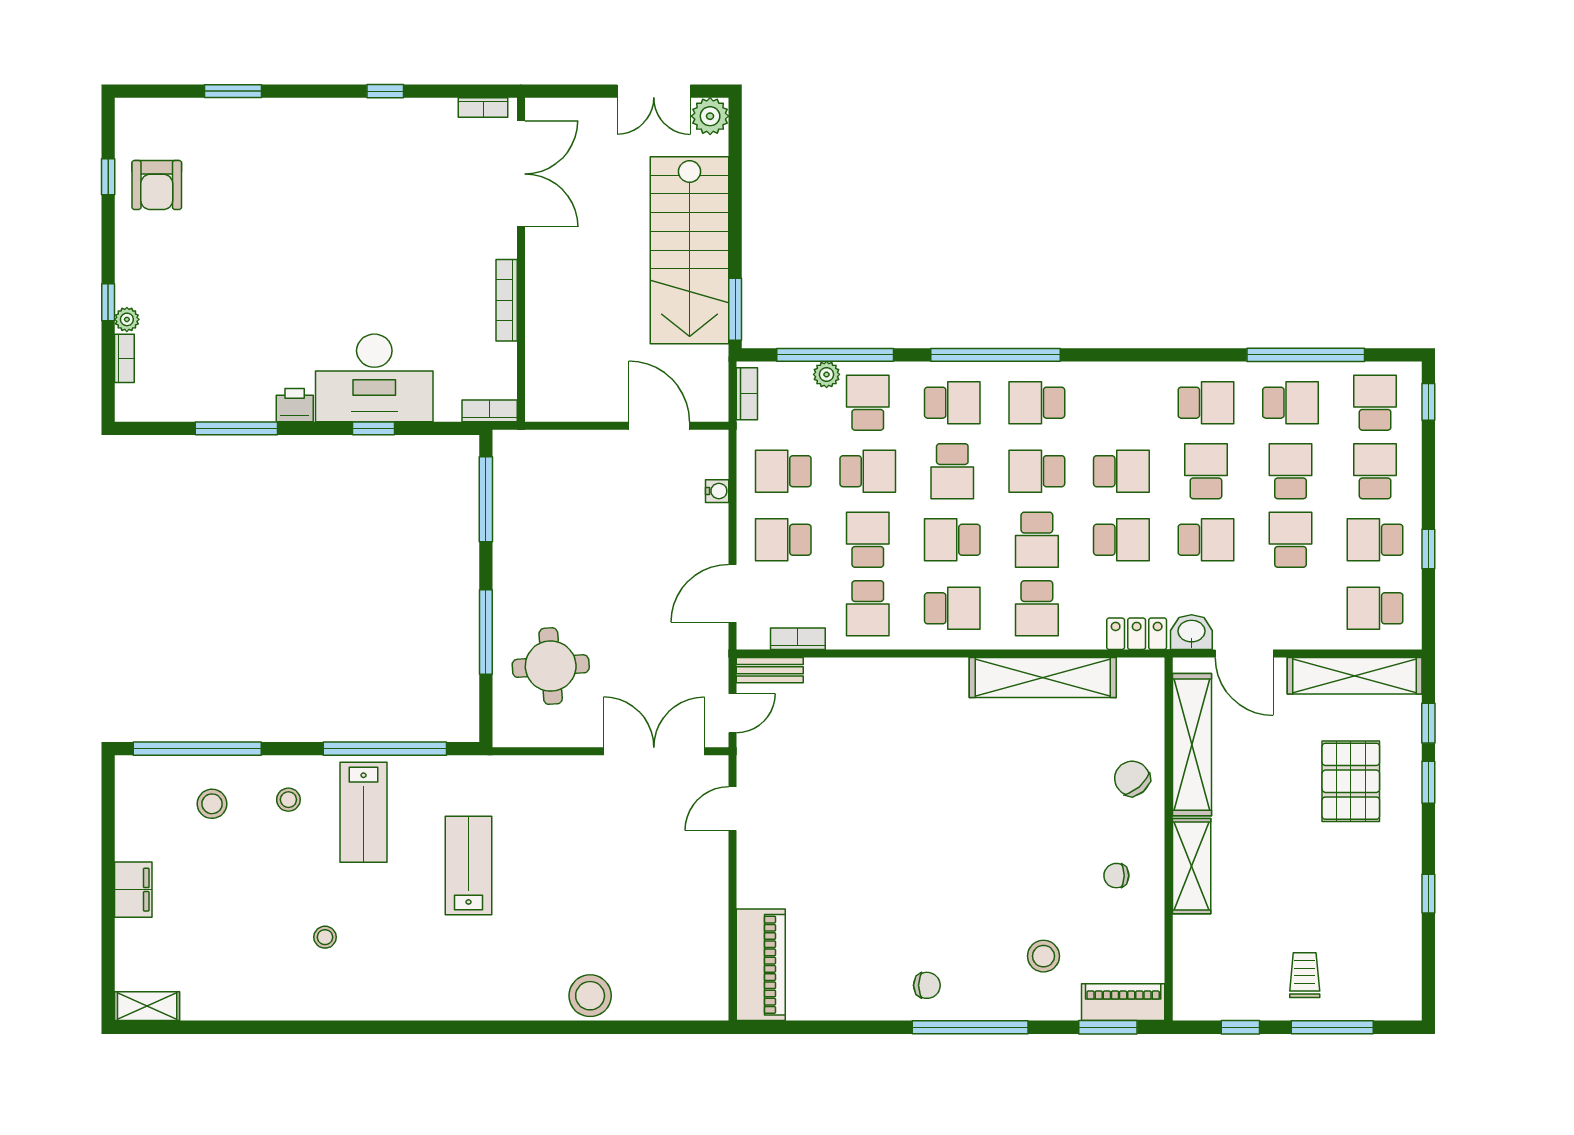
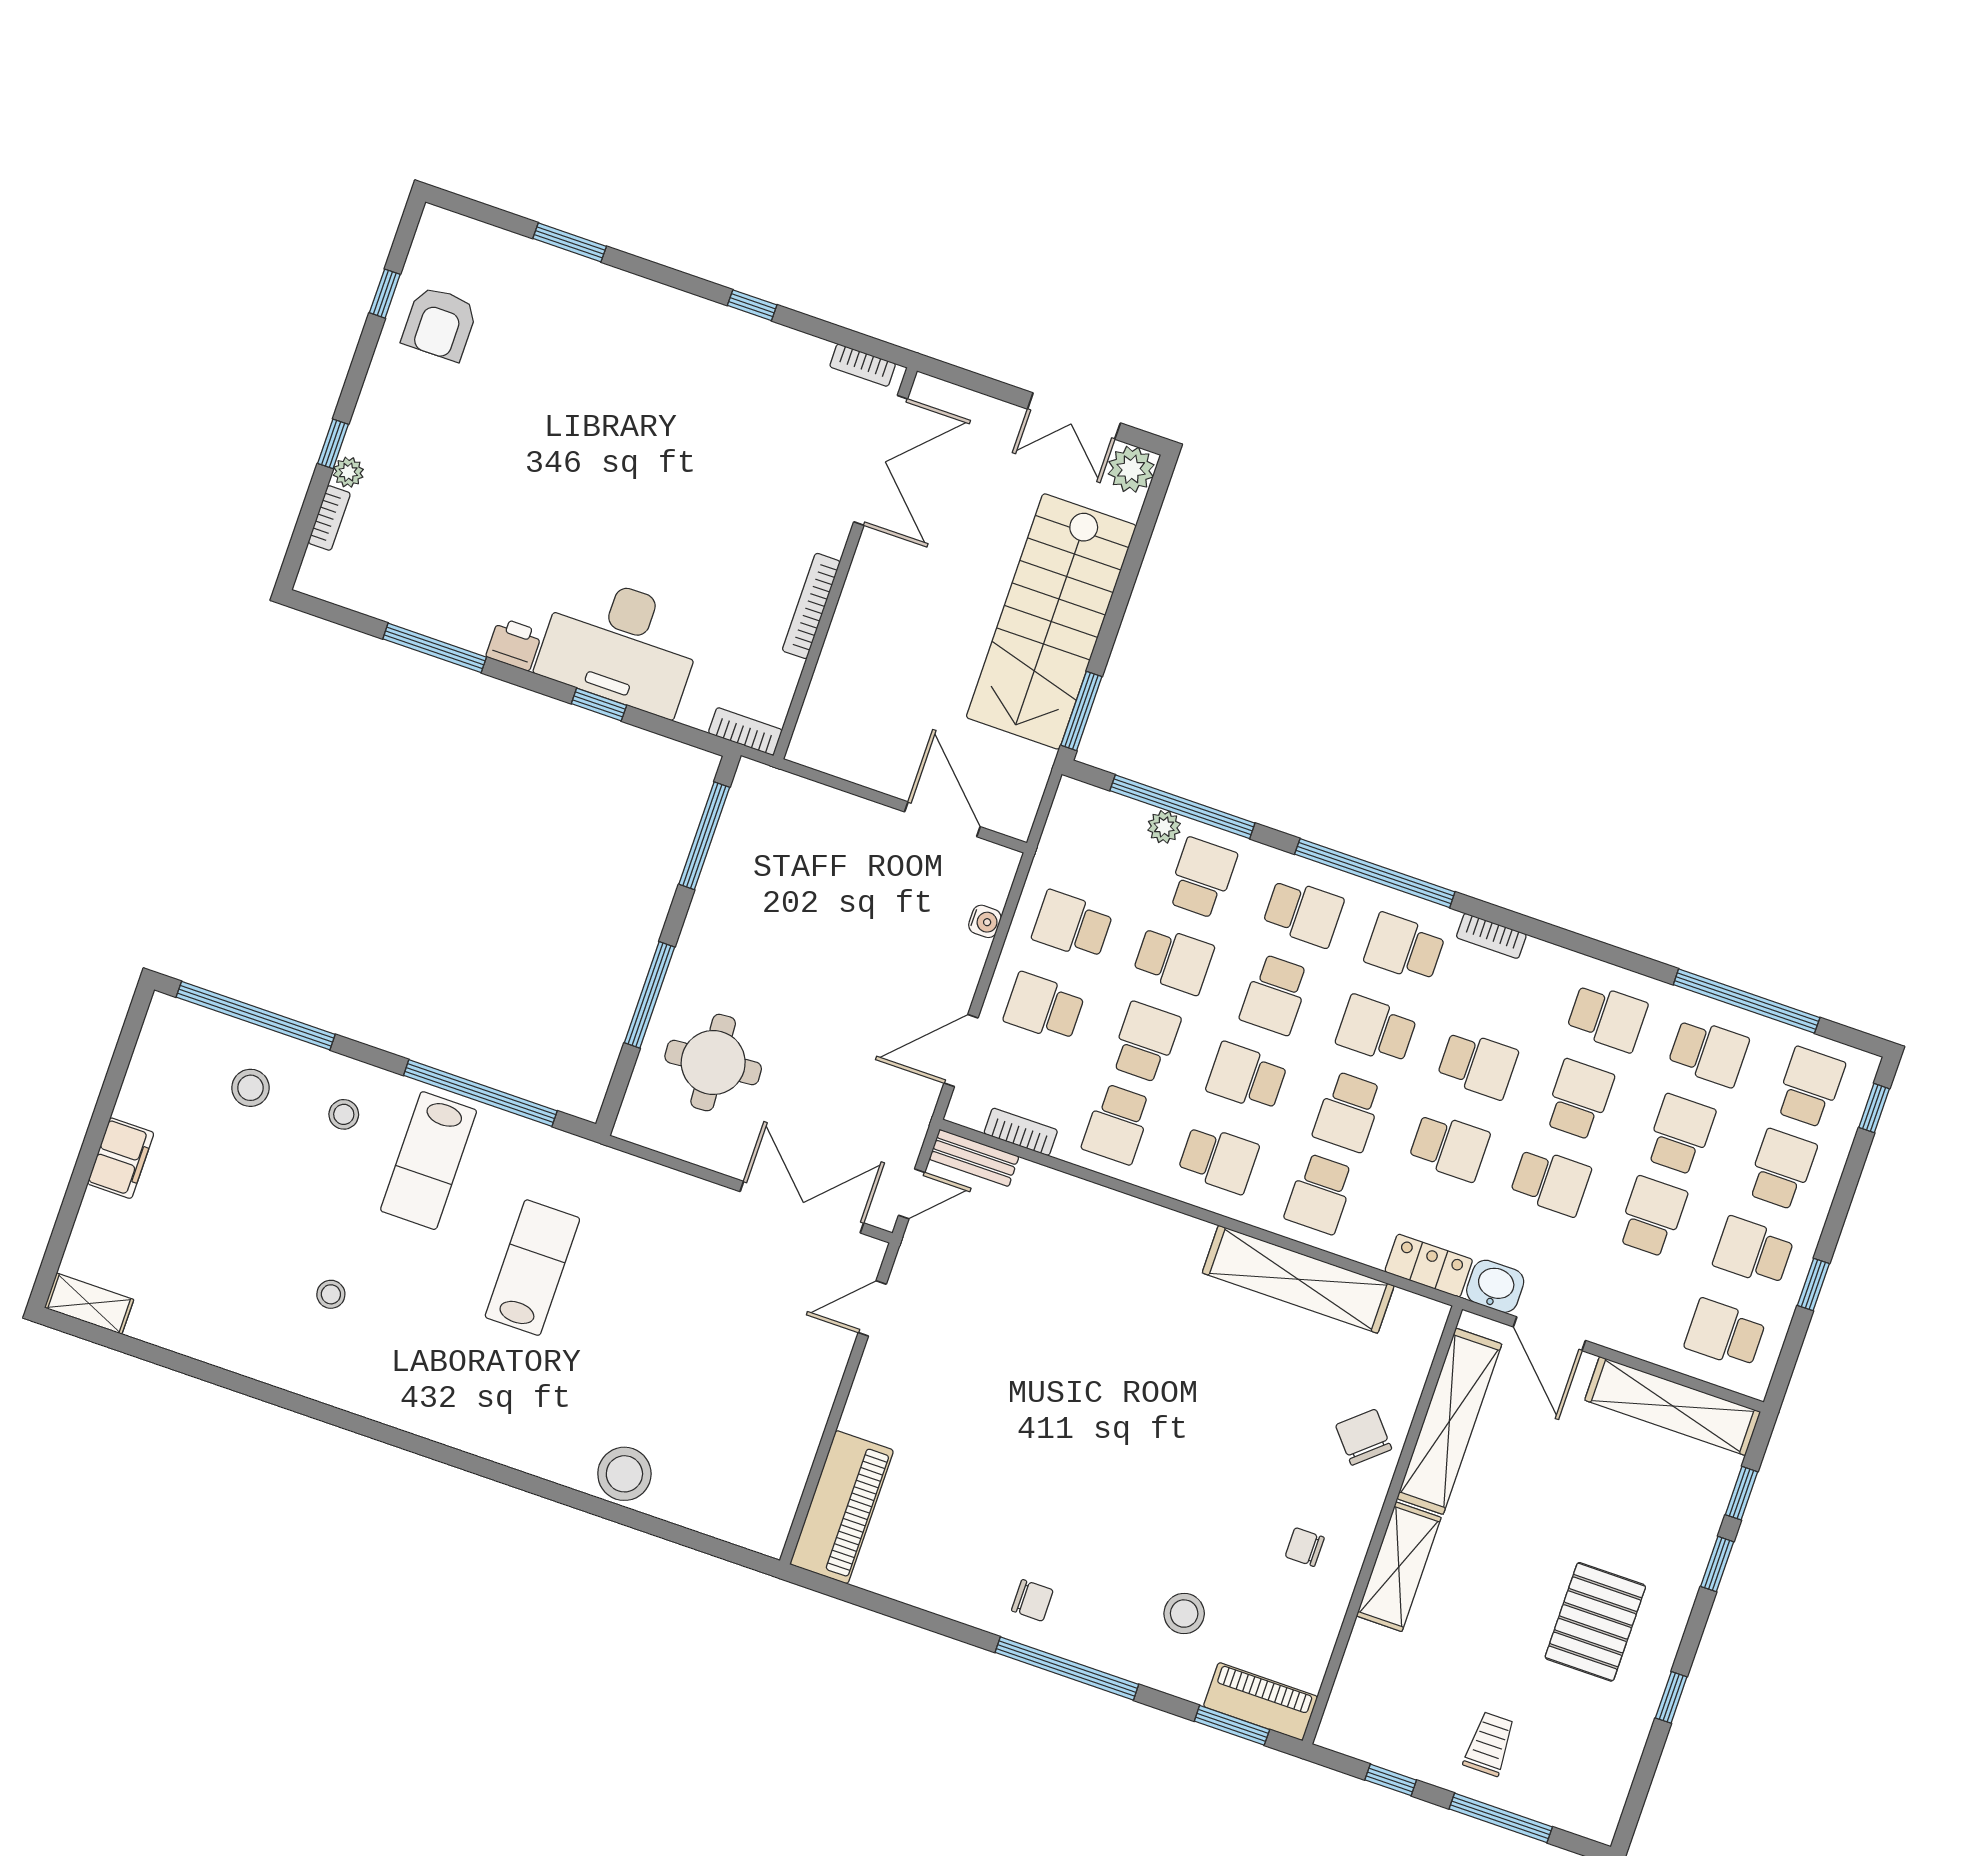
bookcase: (747, 394) -> (1491, 936), moved, turned 90
pallet: (1351, 781) -> (1595, 1622), moved

